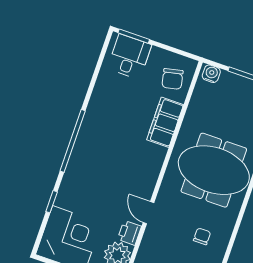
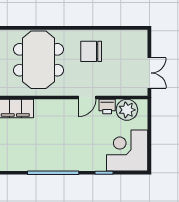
chair: (202, 236) -> (91, 51), width x1.87, depth x1.87

